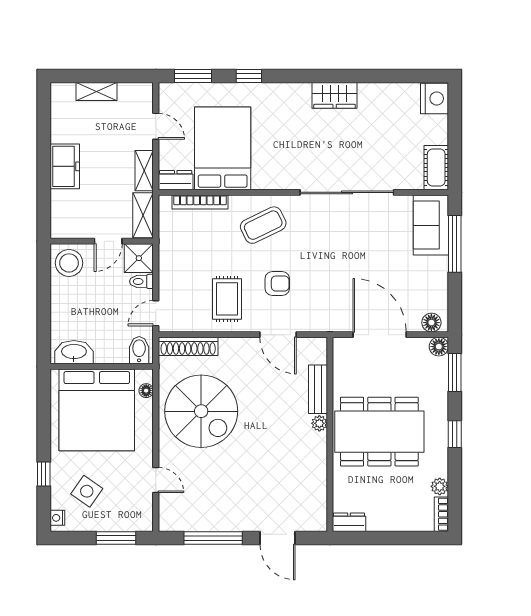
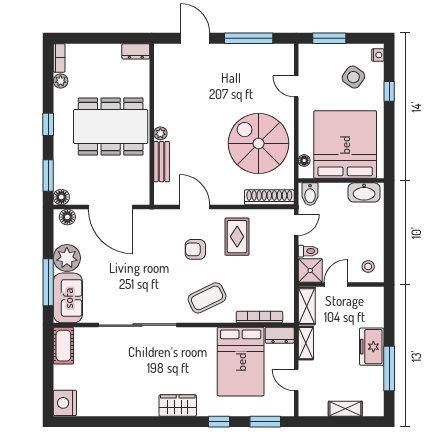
wardrobe: (335, 95) -> (178, 406), moved
window: (44, 140) -> (389, 369), added
stool: (69, 263) -> (368, 266), width x0.53, depth x0.53
plant: (432, 273) -> (67, 258), added

